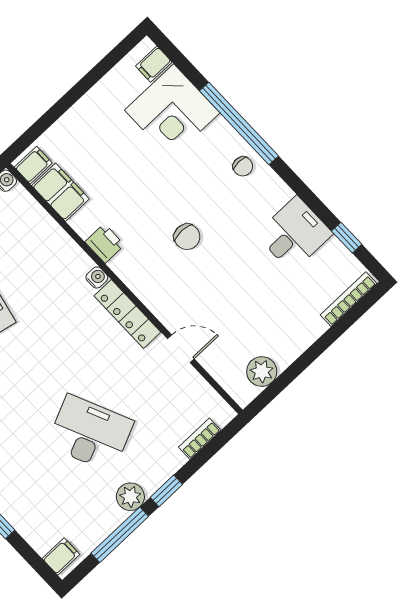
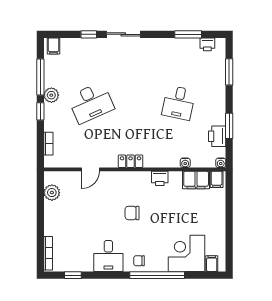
desk: (294, 234) -> (108, 256), moved
water cooler: (97, 277) -> (185, 163), moved
locker: (127, 314) -> (131, 161), width x0.66

